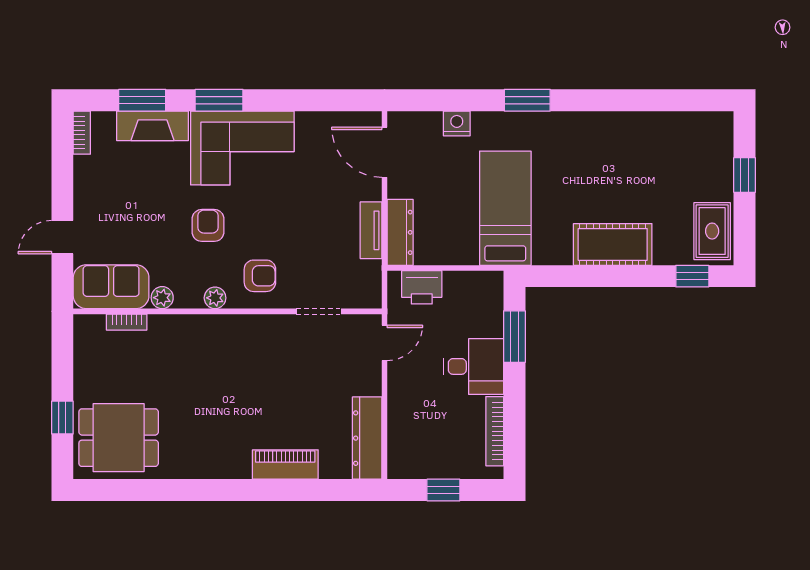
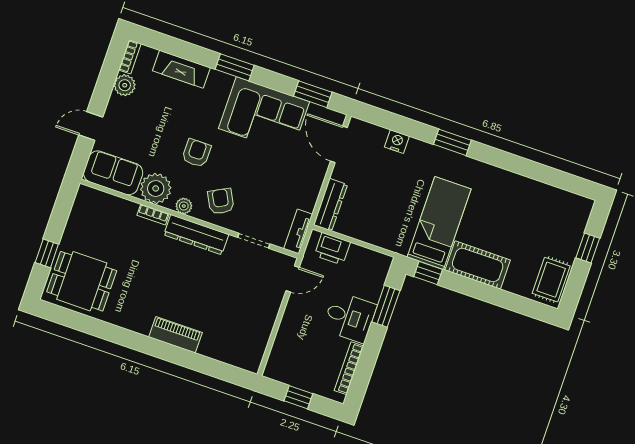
window: (142, 100) -> (313, 94), moved
corner sofa: (242, 148) -> (264, 115), moved
plant: (88, 171) -> (125, 85), added
bed: (505, 208) -> (439, 223), moved
tv unit: (371, 230) -> (298, 232), moved
armchair: (260, 276) -> (221, 201), turned -118
window: (692, 276) -> (428, 273), moved
plant: (162, 298) -> (156, 188), width x1.88, depth x1.88
bookcase: (127, 322) -> (153, 215), moved
dresser: (367, 438) -> (196, 235), moved, turned -90
piano: (285, 465) -> (176, 335), moved

